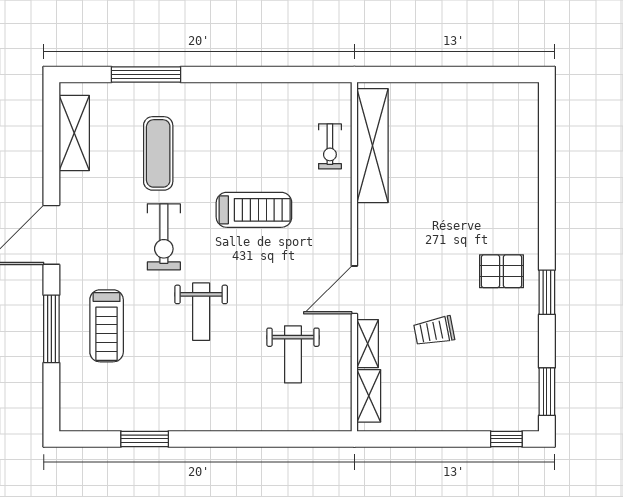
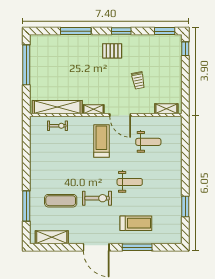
window: (469, 74) -> (26, 65), added
window: (547, 188) -> (76, 31), added
treadmill: (254, 210) -> (101, 141), moved
pallet: (502, 271) -> (112, 51), turned 90
shelving: (368, 344) -> (93, 109), moved

